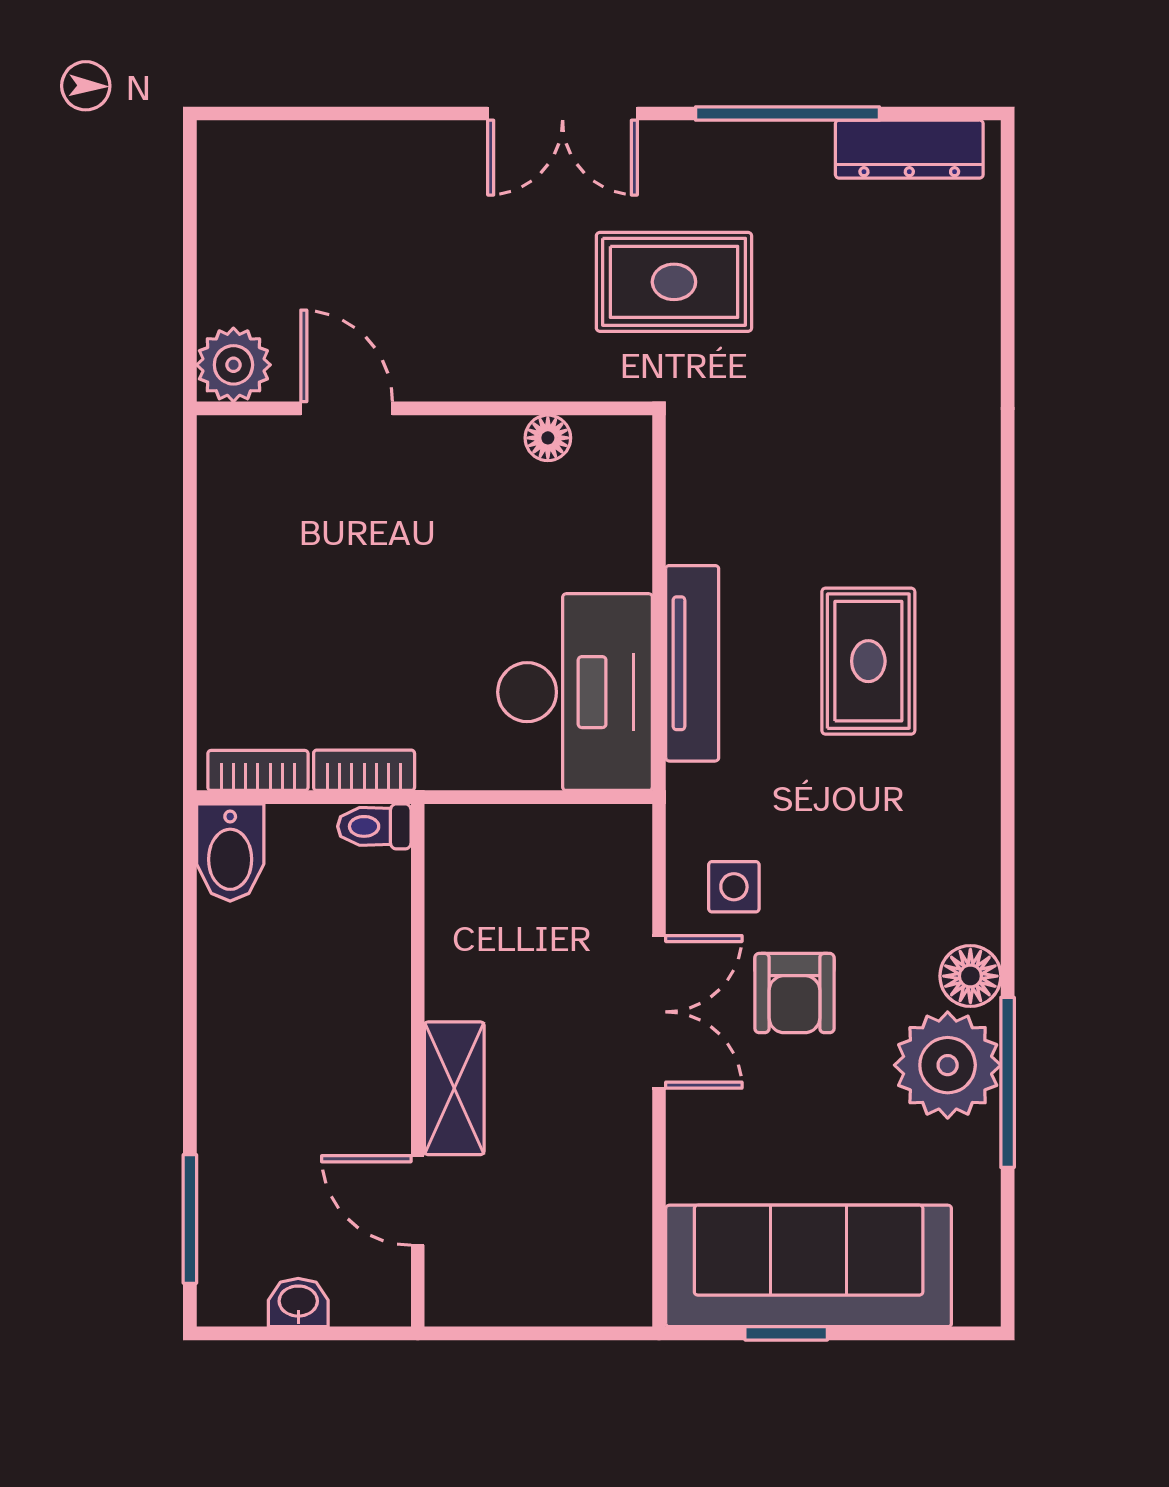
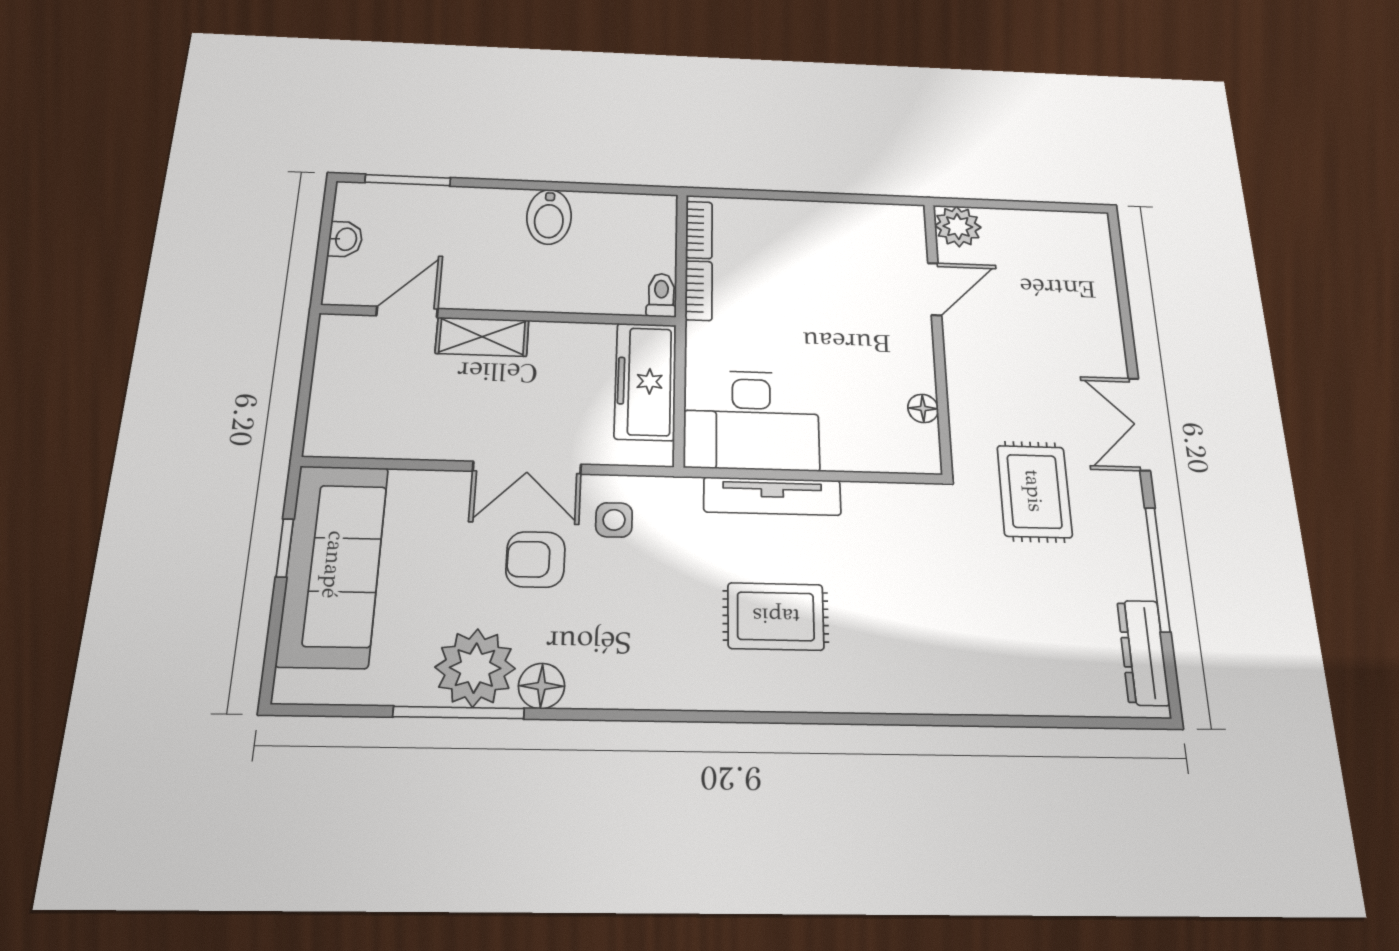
freezer: (518, 847) -> (645, 381), added
bidet: (230, 853) -> (549, 217), moved, turned -90

